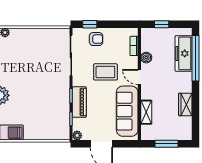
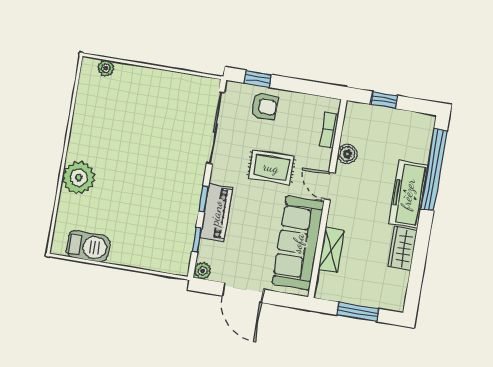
freezer: (184, 53) -> (408, 194), moved

